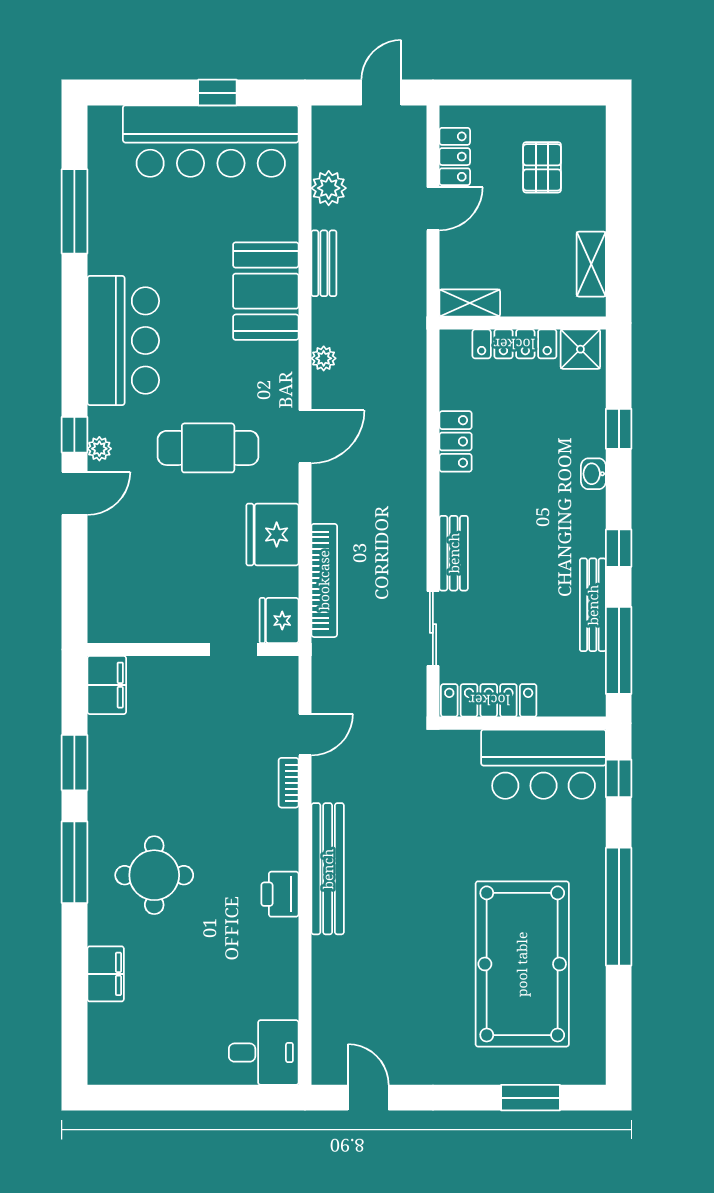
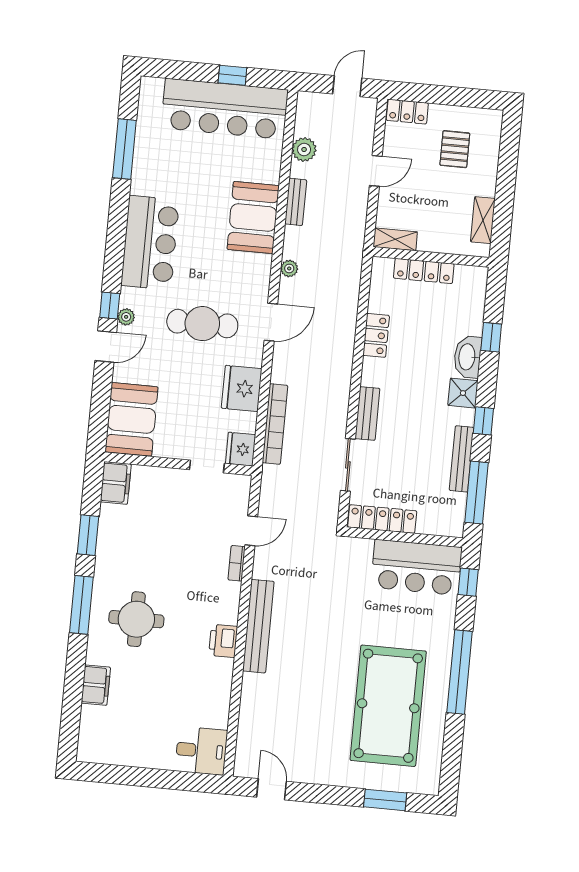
locker: (455, 157) -> (407, 112), moved, turned 90
shower: (580, 349) -> (463, 393), moved
washbasin: (593, 474) -> (468, 357), width x1.91, depth x1.45
booth: (121, 593) -> (131, 419), added

